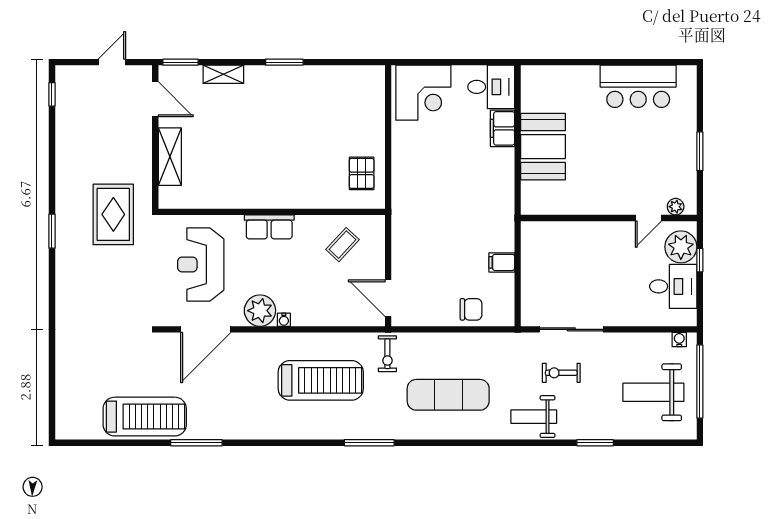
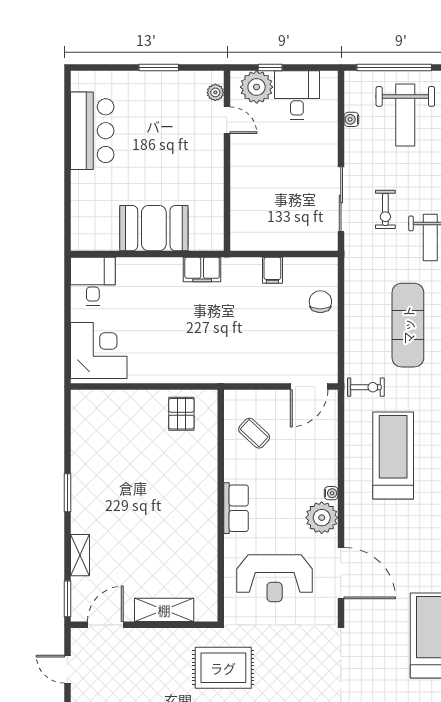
filing cabinet: (502, 128) -> (202, 270), moved
pallet: (362, 173) -> (181, 414), turned 90
water cooler: (679, 340) -> (351, 119), moved

